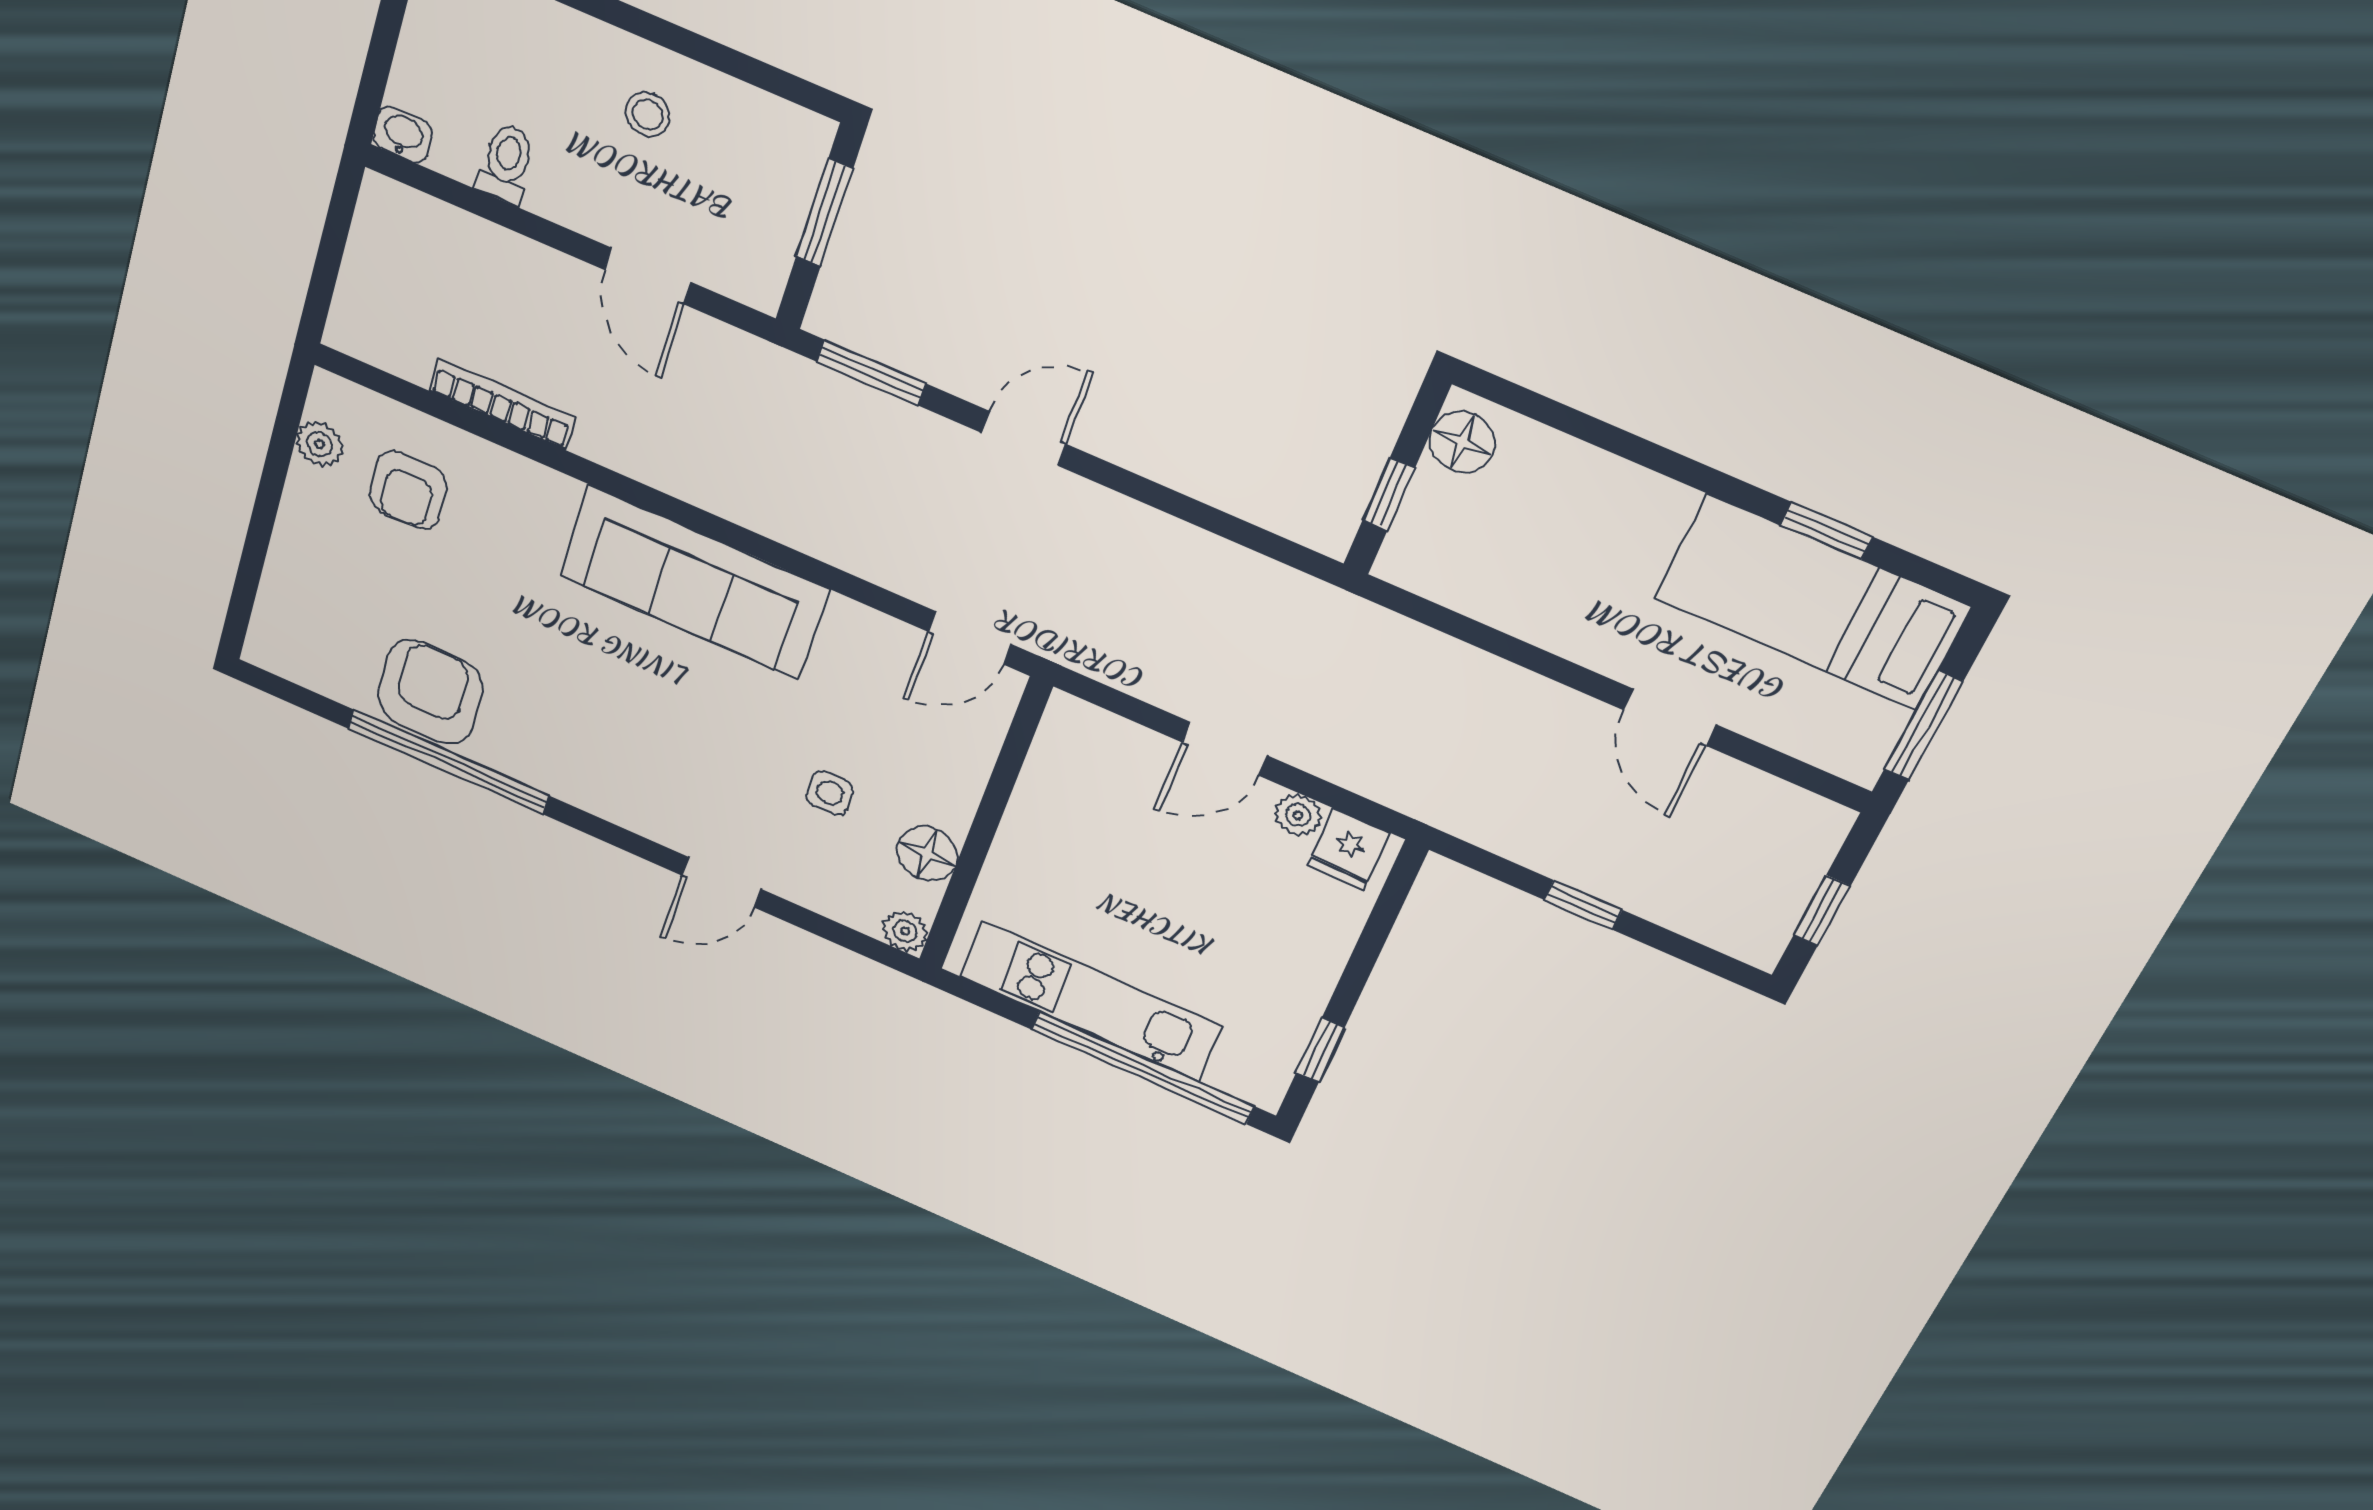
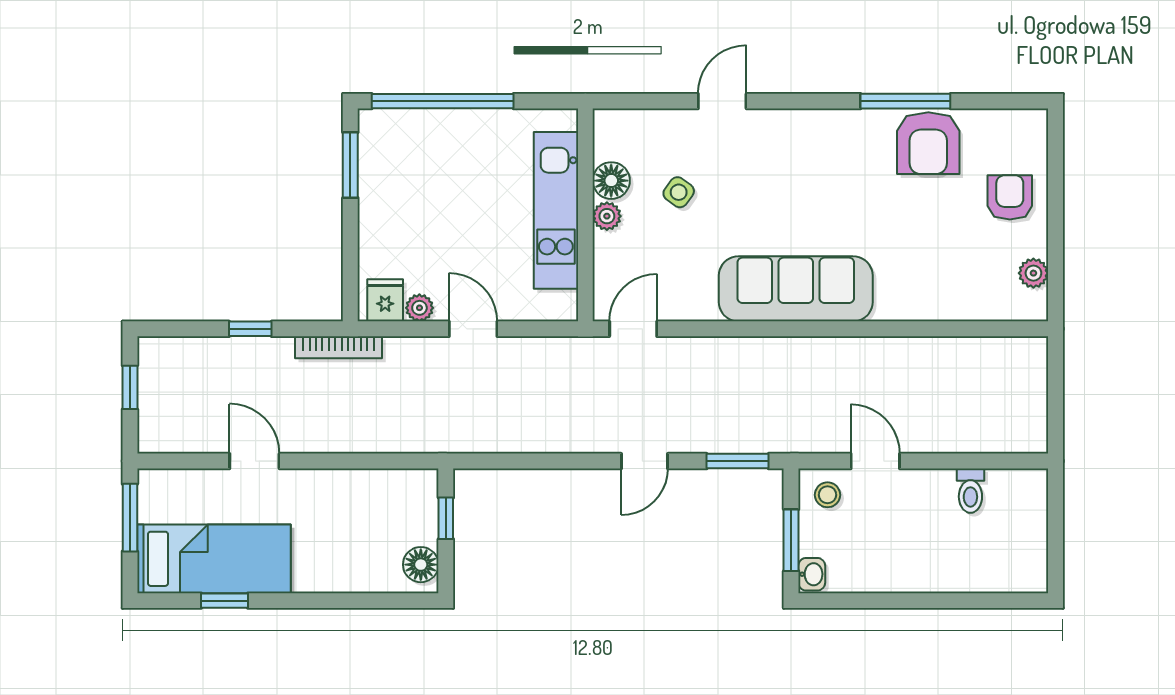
stool: (648, 114) -> (827, 495), moved
washbasin: (403, 135) -> (812, 574), moved, turned -90
bookcase: (502, 404) -> (338, 347), moved
armchair: (408, 490) -> (1010, 197), moved
door: (1225, 749) -> (473, 329), hinge flipped
window: (448, 762) -> (905, 101), width x0.68
side table: (830, 793) -> (679, 192), turned 36
plant: (905, 931) -> (607, 216), moved
kitchen unit: (1091, 1001) -> (556, 210), moved, turned 90
window: (1321, 1050) -> (350, 165), width x1.50

